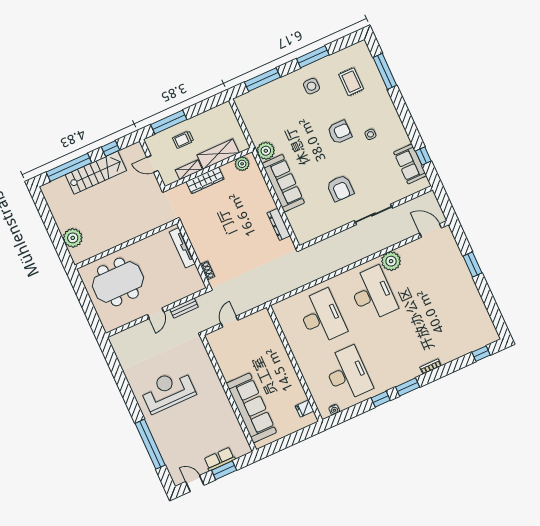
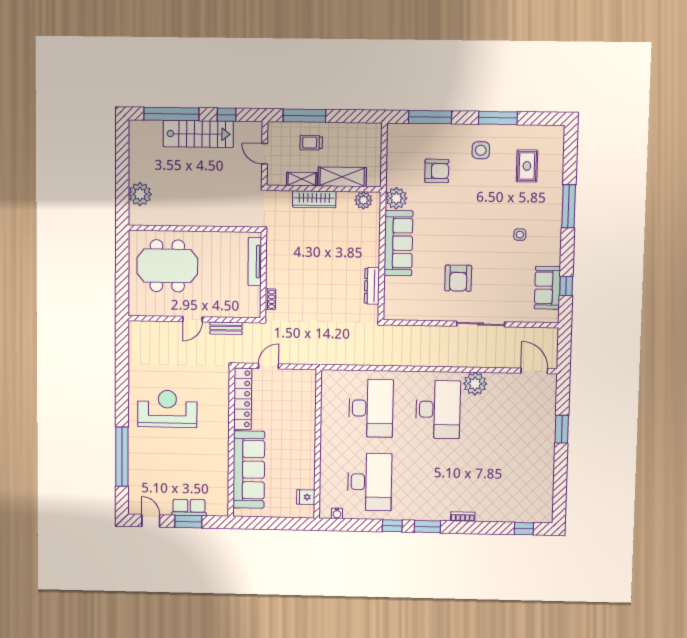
window: (385, 71) -> (569, 206), moved
armchair: (340, 132) -> (437, 171), moved
locker: (221, 356) -> (243, 399), added

